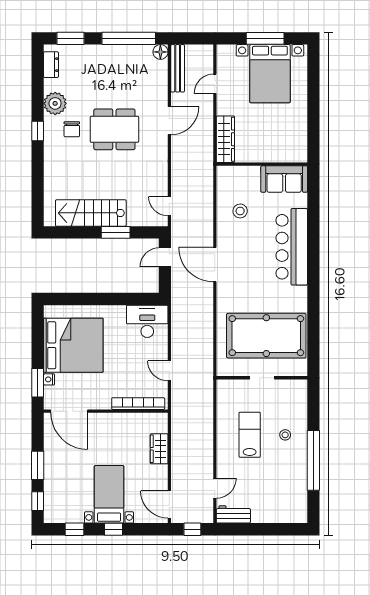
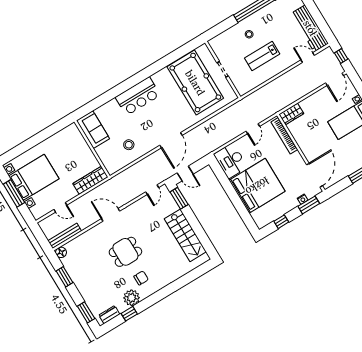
window: (129, 38) -> (64, 277), width x0.47
door: (169, 121) -> (111, 215), moved
dining table: (114, 129) -> (125, 252), width x0.73
window: (38, 131) -> (129, 314), moved
window: (116, 232) -> (179, 198), moved
bar counter: (292, 247) -> (138, 96), width x0.73
window: (38, 338) -> (281, 222), added
bed: (73, 345) -> (257, 186), moved, turned 90
wardrobe: (159, 449) -> (291, 114), moved
workbench: (233, 514) -> (310, 28), width x1.88, depth x1.32

